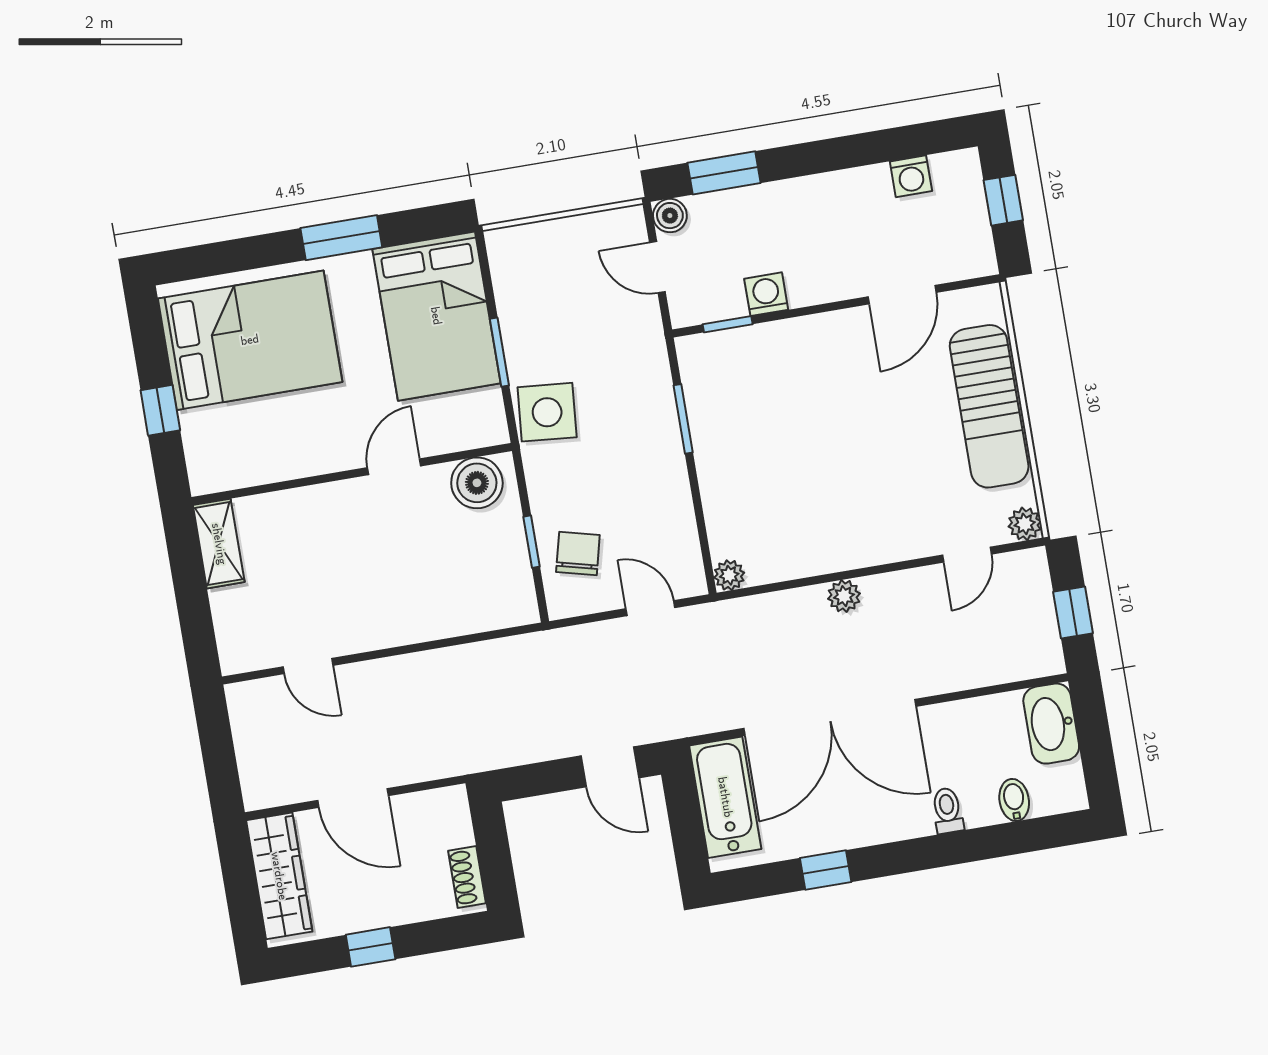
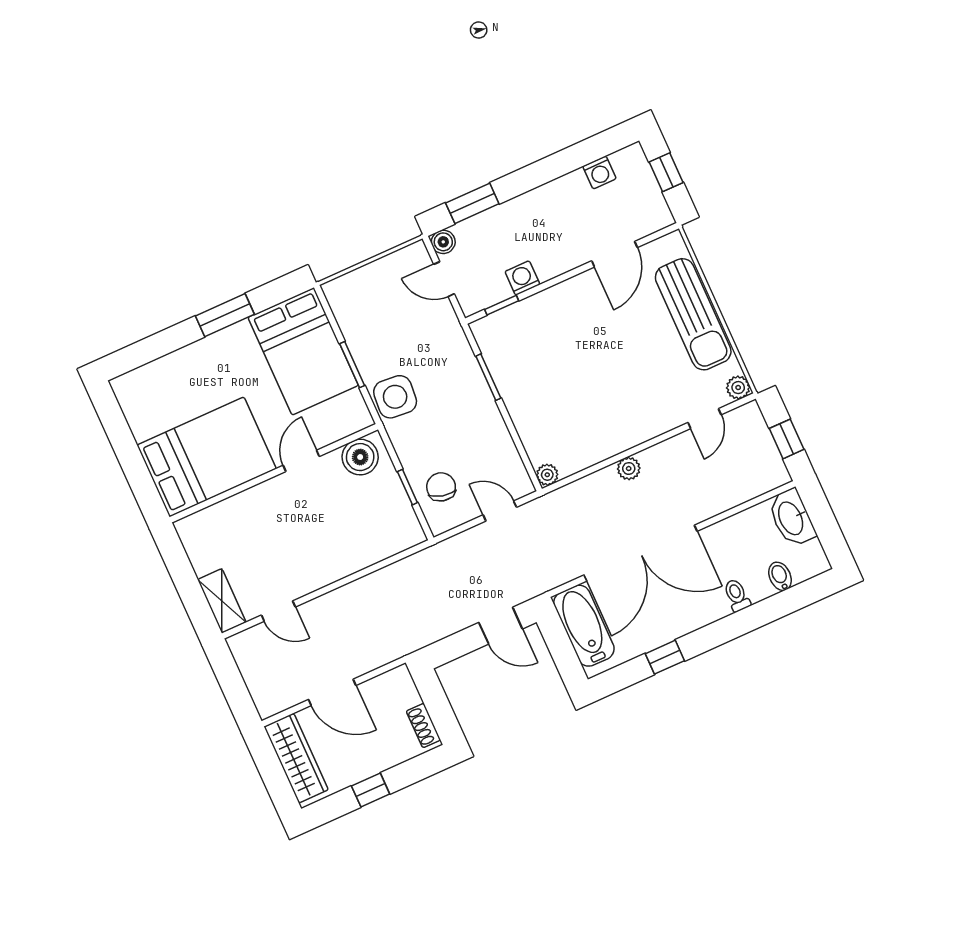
bed: (250, 340) -> (207, 457), moved
window: (160, 410) -> (133, 464), removed
shelving: (219, 544) -> (222, 601), moved

